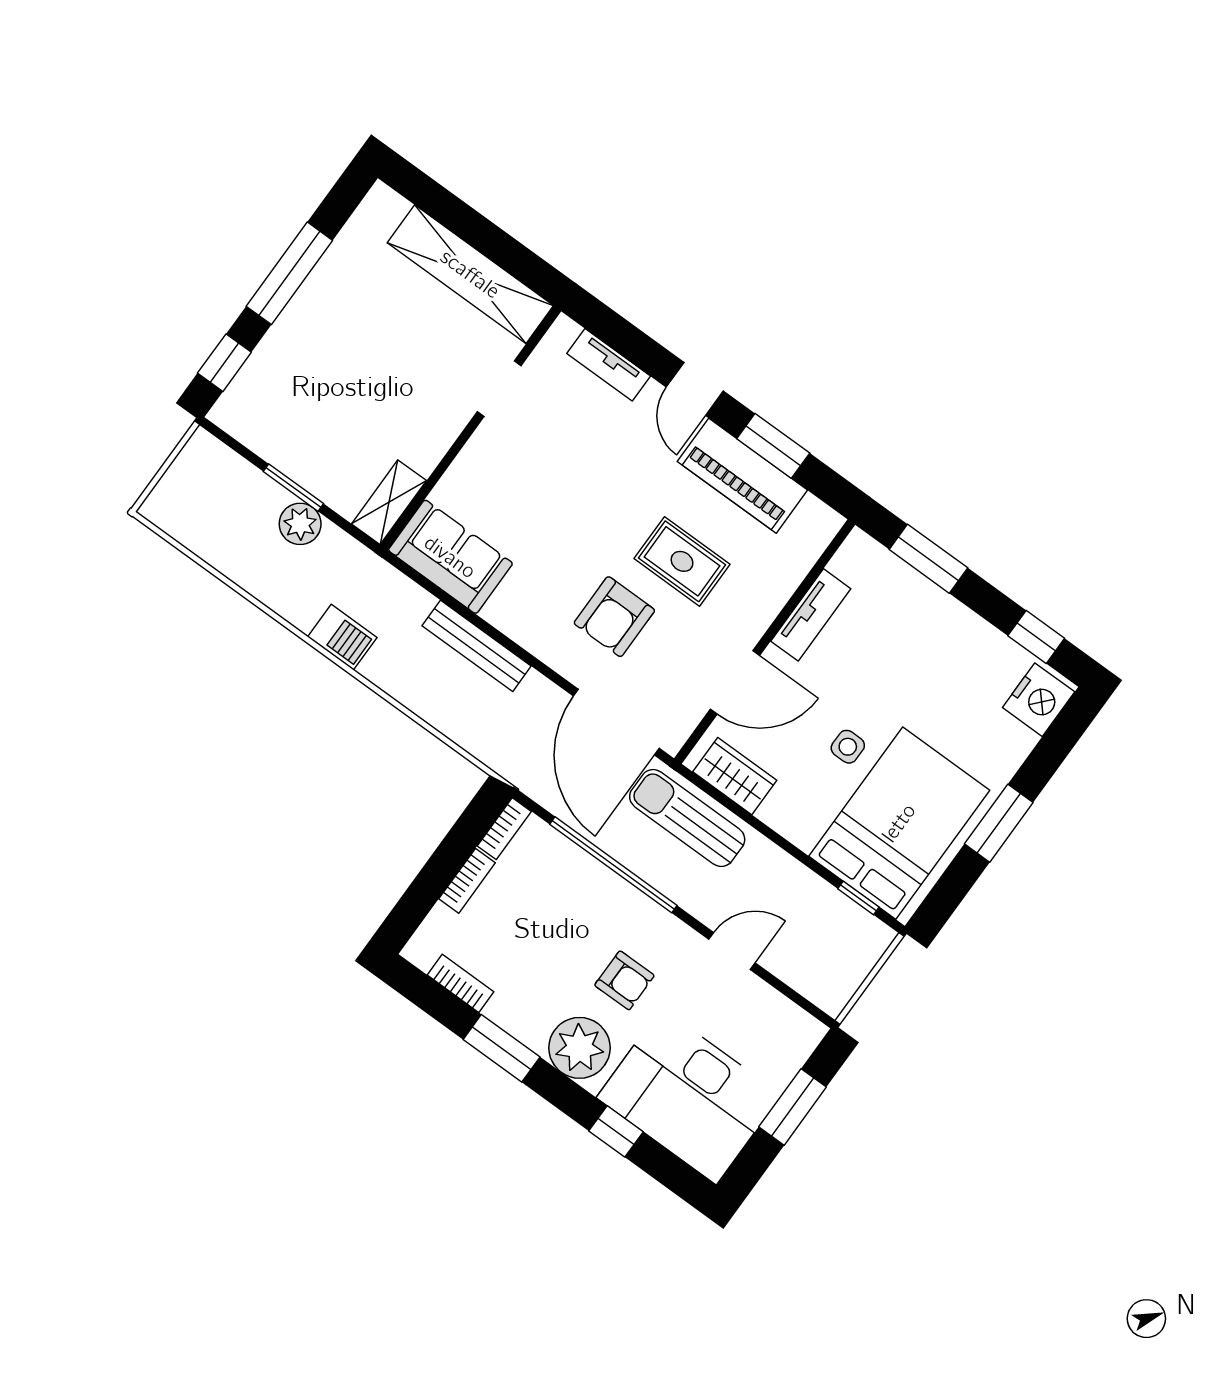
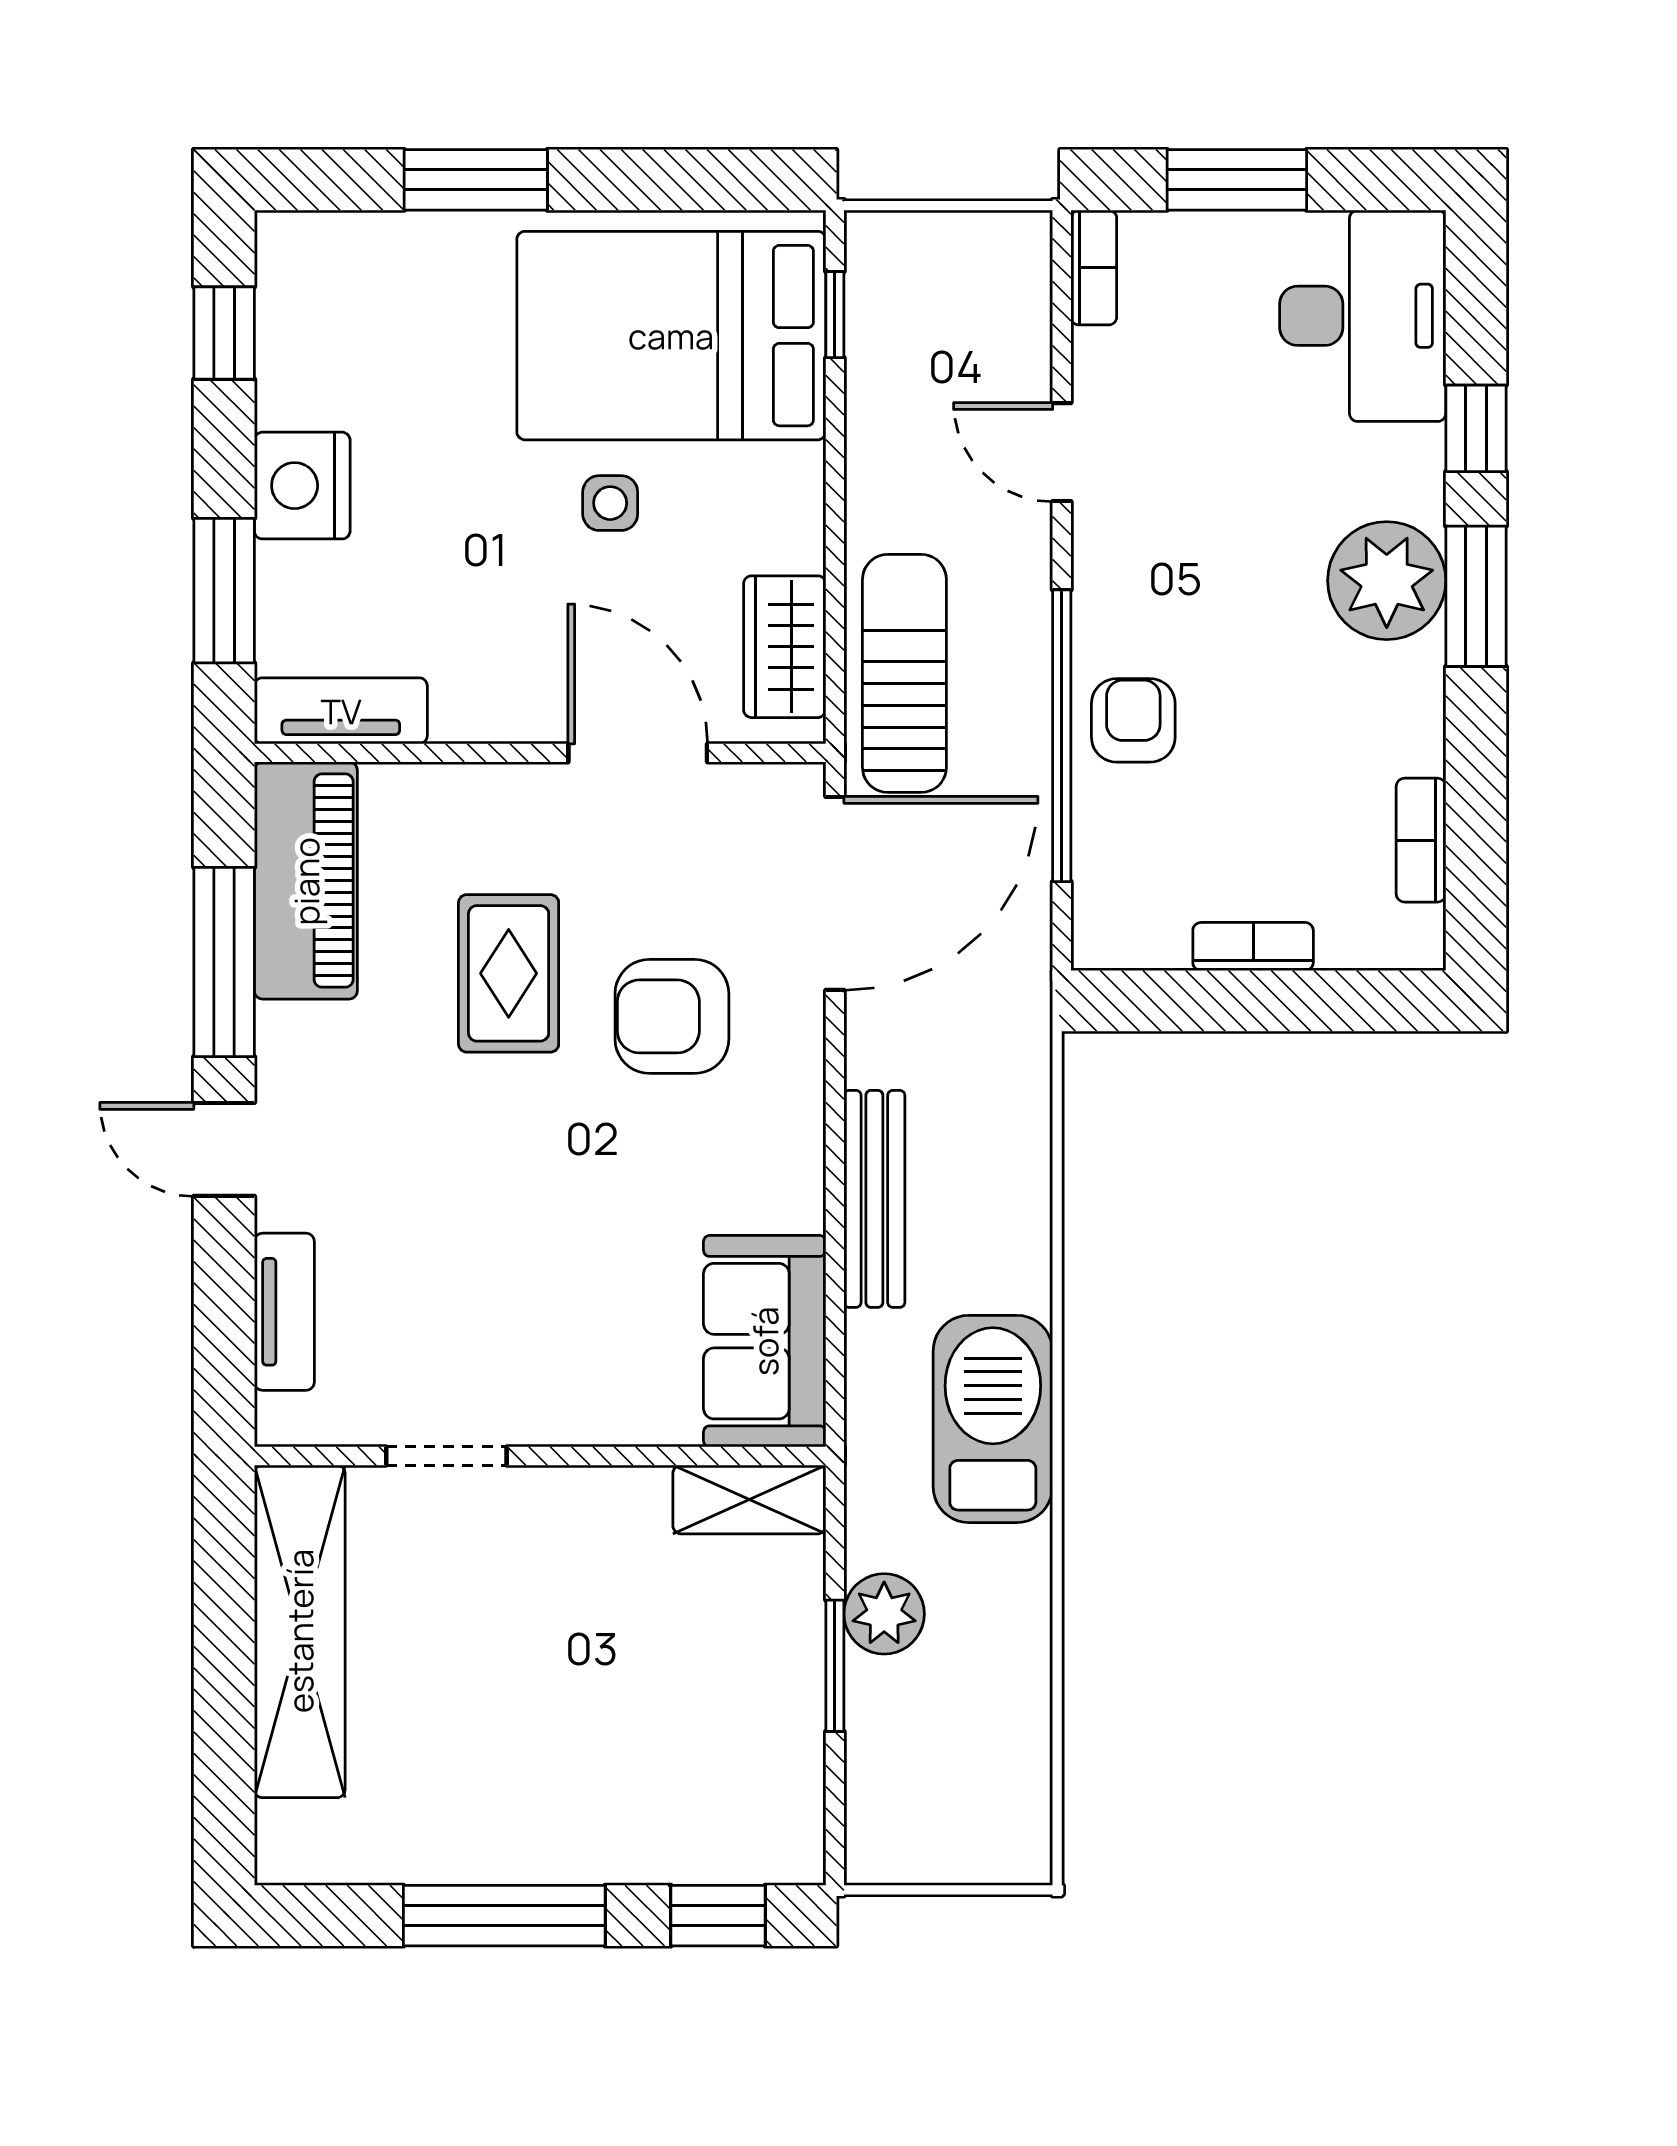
door: (695, 389) -> (224, 1149), swing flipped
window: (773, 446) -> (224, 962), width x1.44
piano: (742, 476) -> (306, 881), moved
tv unit: (811, 615) -> (341, 711), moved
armchair: (614, 617) -> (672, 1016), turned 180
barbecue: (342, 637) -> (993, 1419), width x1.88, depth x1.53
nightstand: (1039, 700) -> (302, 486), moved, turned -90
sun lounger: (687, 818) -> (904, 673), turned 180
window: (999, 823) -> (476, 180), moved
bookcase: (504, 829) -> (1094, 268), moved, turned 90
armchair: (624, 980) -> (1133, 720), moved
window: (502, 1048) -> (1476, 596), moved
desk: (689, 1096) -> (1363, 316), width x0.73, depth x0.77

